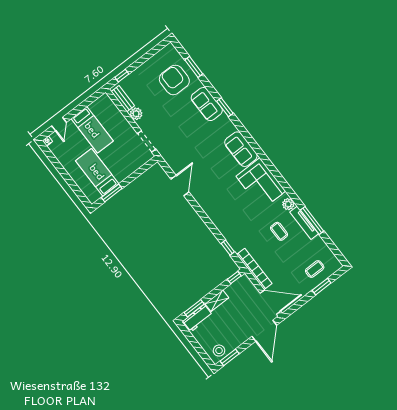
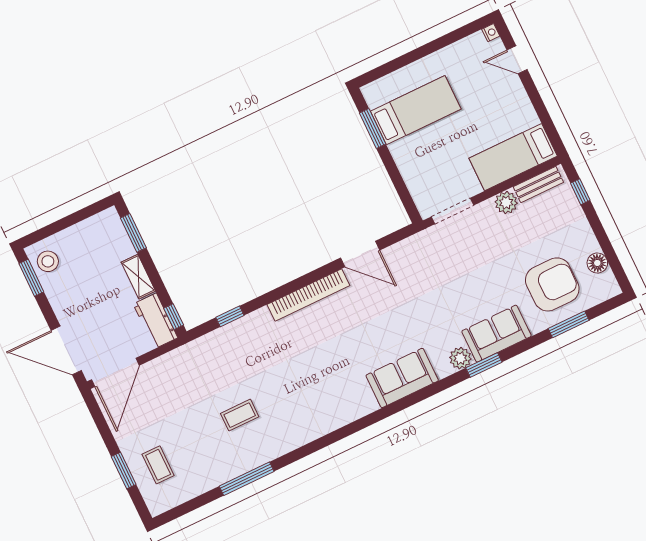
floor lamp: (158, 58) -> (597, 263), added
bed: (92, 130) -> (513, 157), moved
corner sofa: (261, 184) -> (332, 401), removed
plant: (288, 204) -> (460, 358), moved
tv unit: (304, 223) -> (245, 464), removed
bookcase: (254, 269) -> (308, 295), moved
workbench: (198, 318) -> (155, 321), moved

